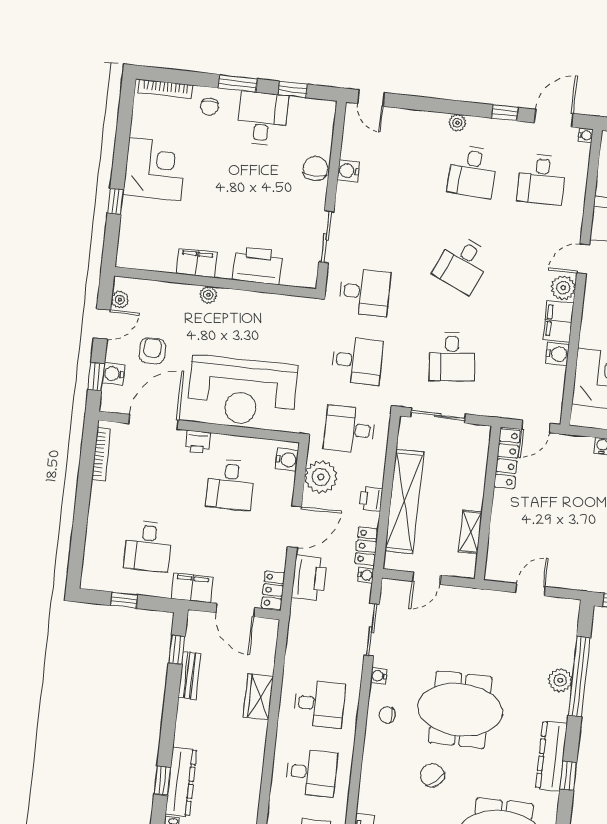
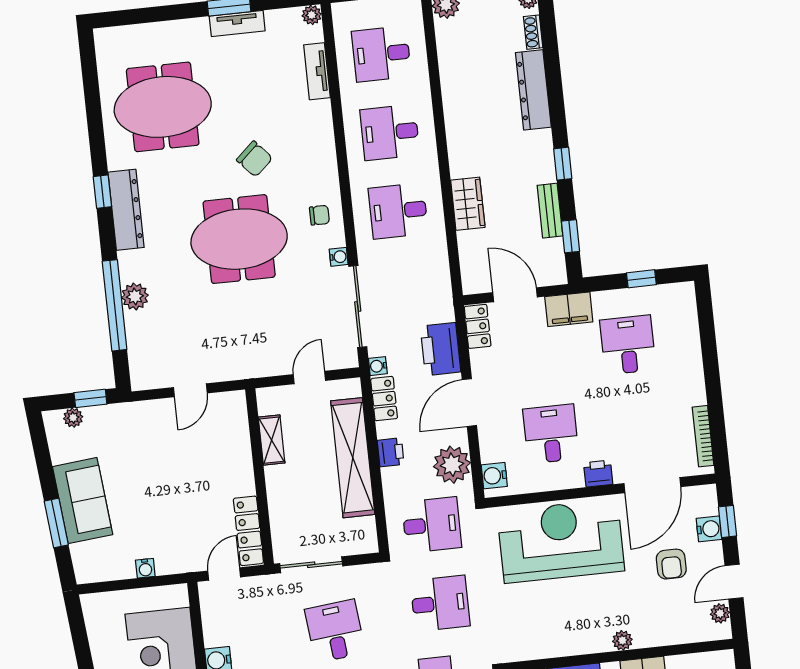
desk: (357, 361) -> (440, 603), turned 180
sliding door: (438, 416) -> (311, 565), moved
sliding door: (372, 630) -> (358, 306), width x1.37
window: (162, 781) -> (563, 164), moved

